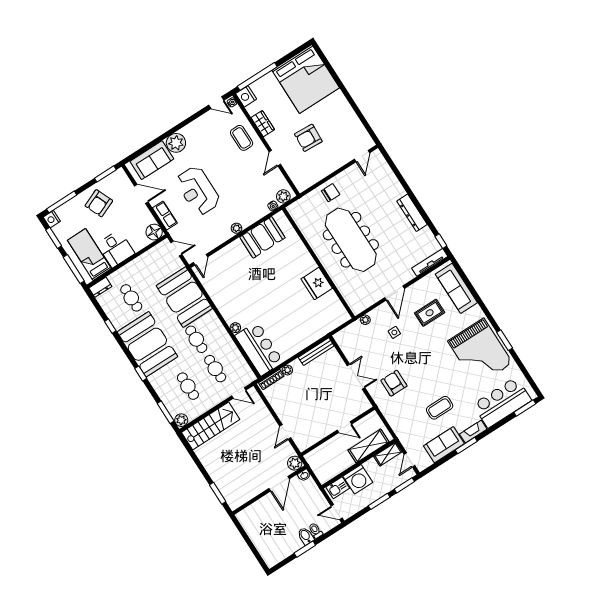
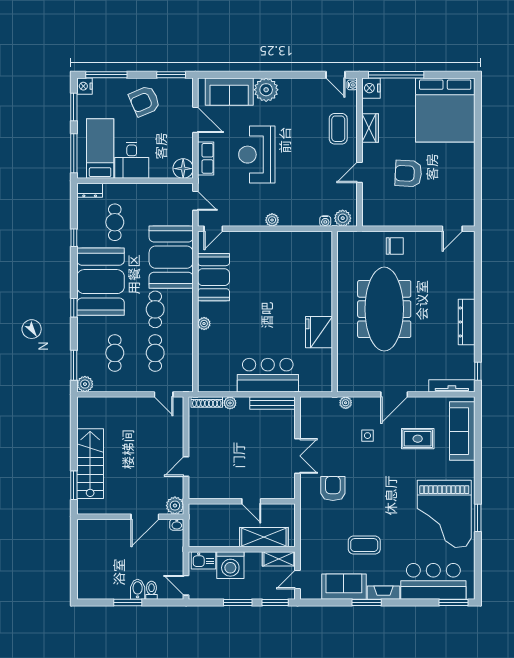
booth: (262, 237) -> (214, 277), moved, turned 90
bar counter: (259, 349) -> (268, 375), moved, turned -90
stairs: (211, 426) -> (90, 464), moved, turned -90

